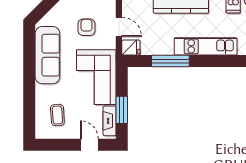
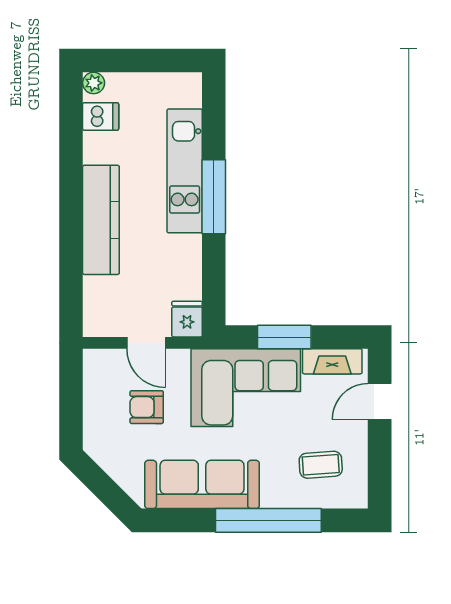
door: (119, 27) -> (146, 343), swing flipped
window: (170, 61) -> (214, 197), moved
window: (29, 89) -> (268, 520), added
window: (122, 110) -> (284, 337), moved

